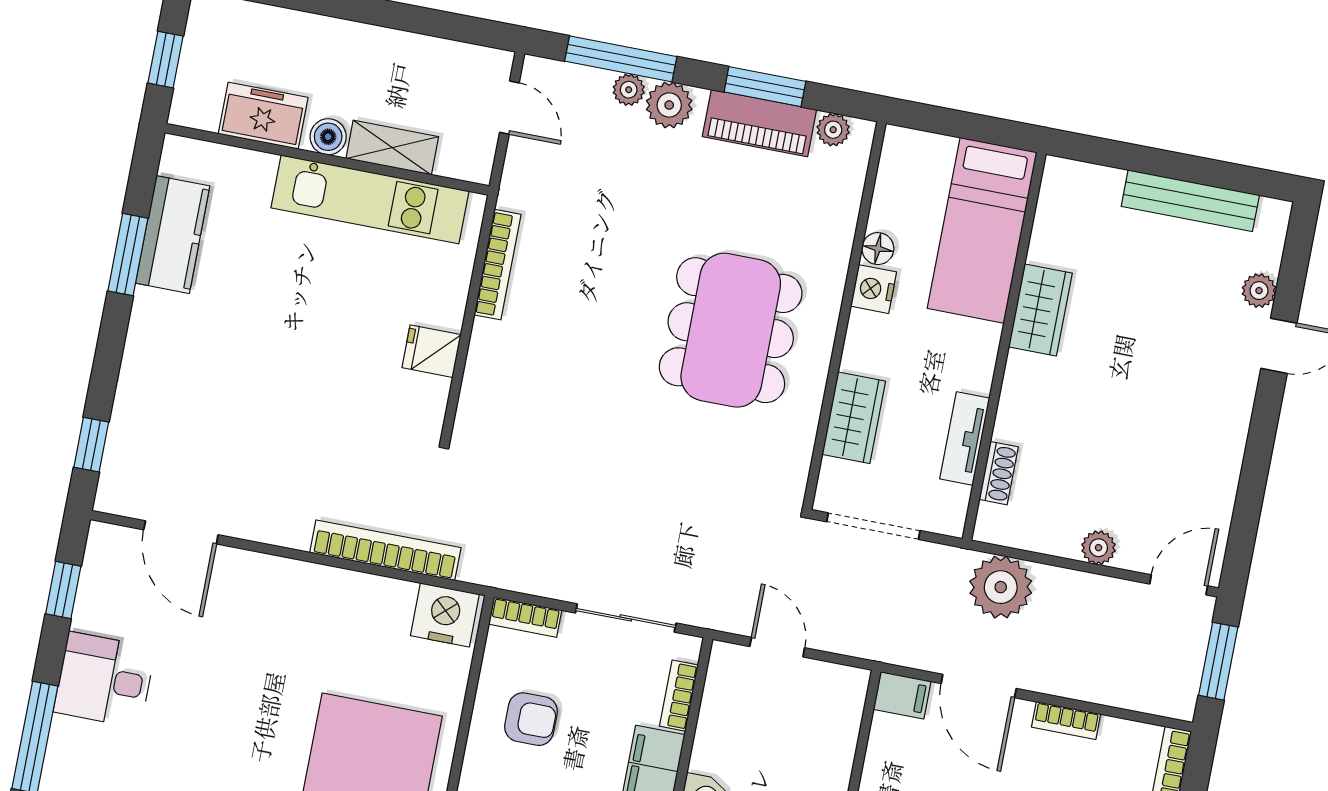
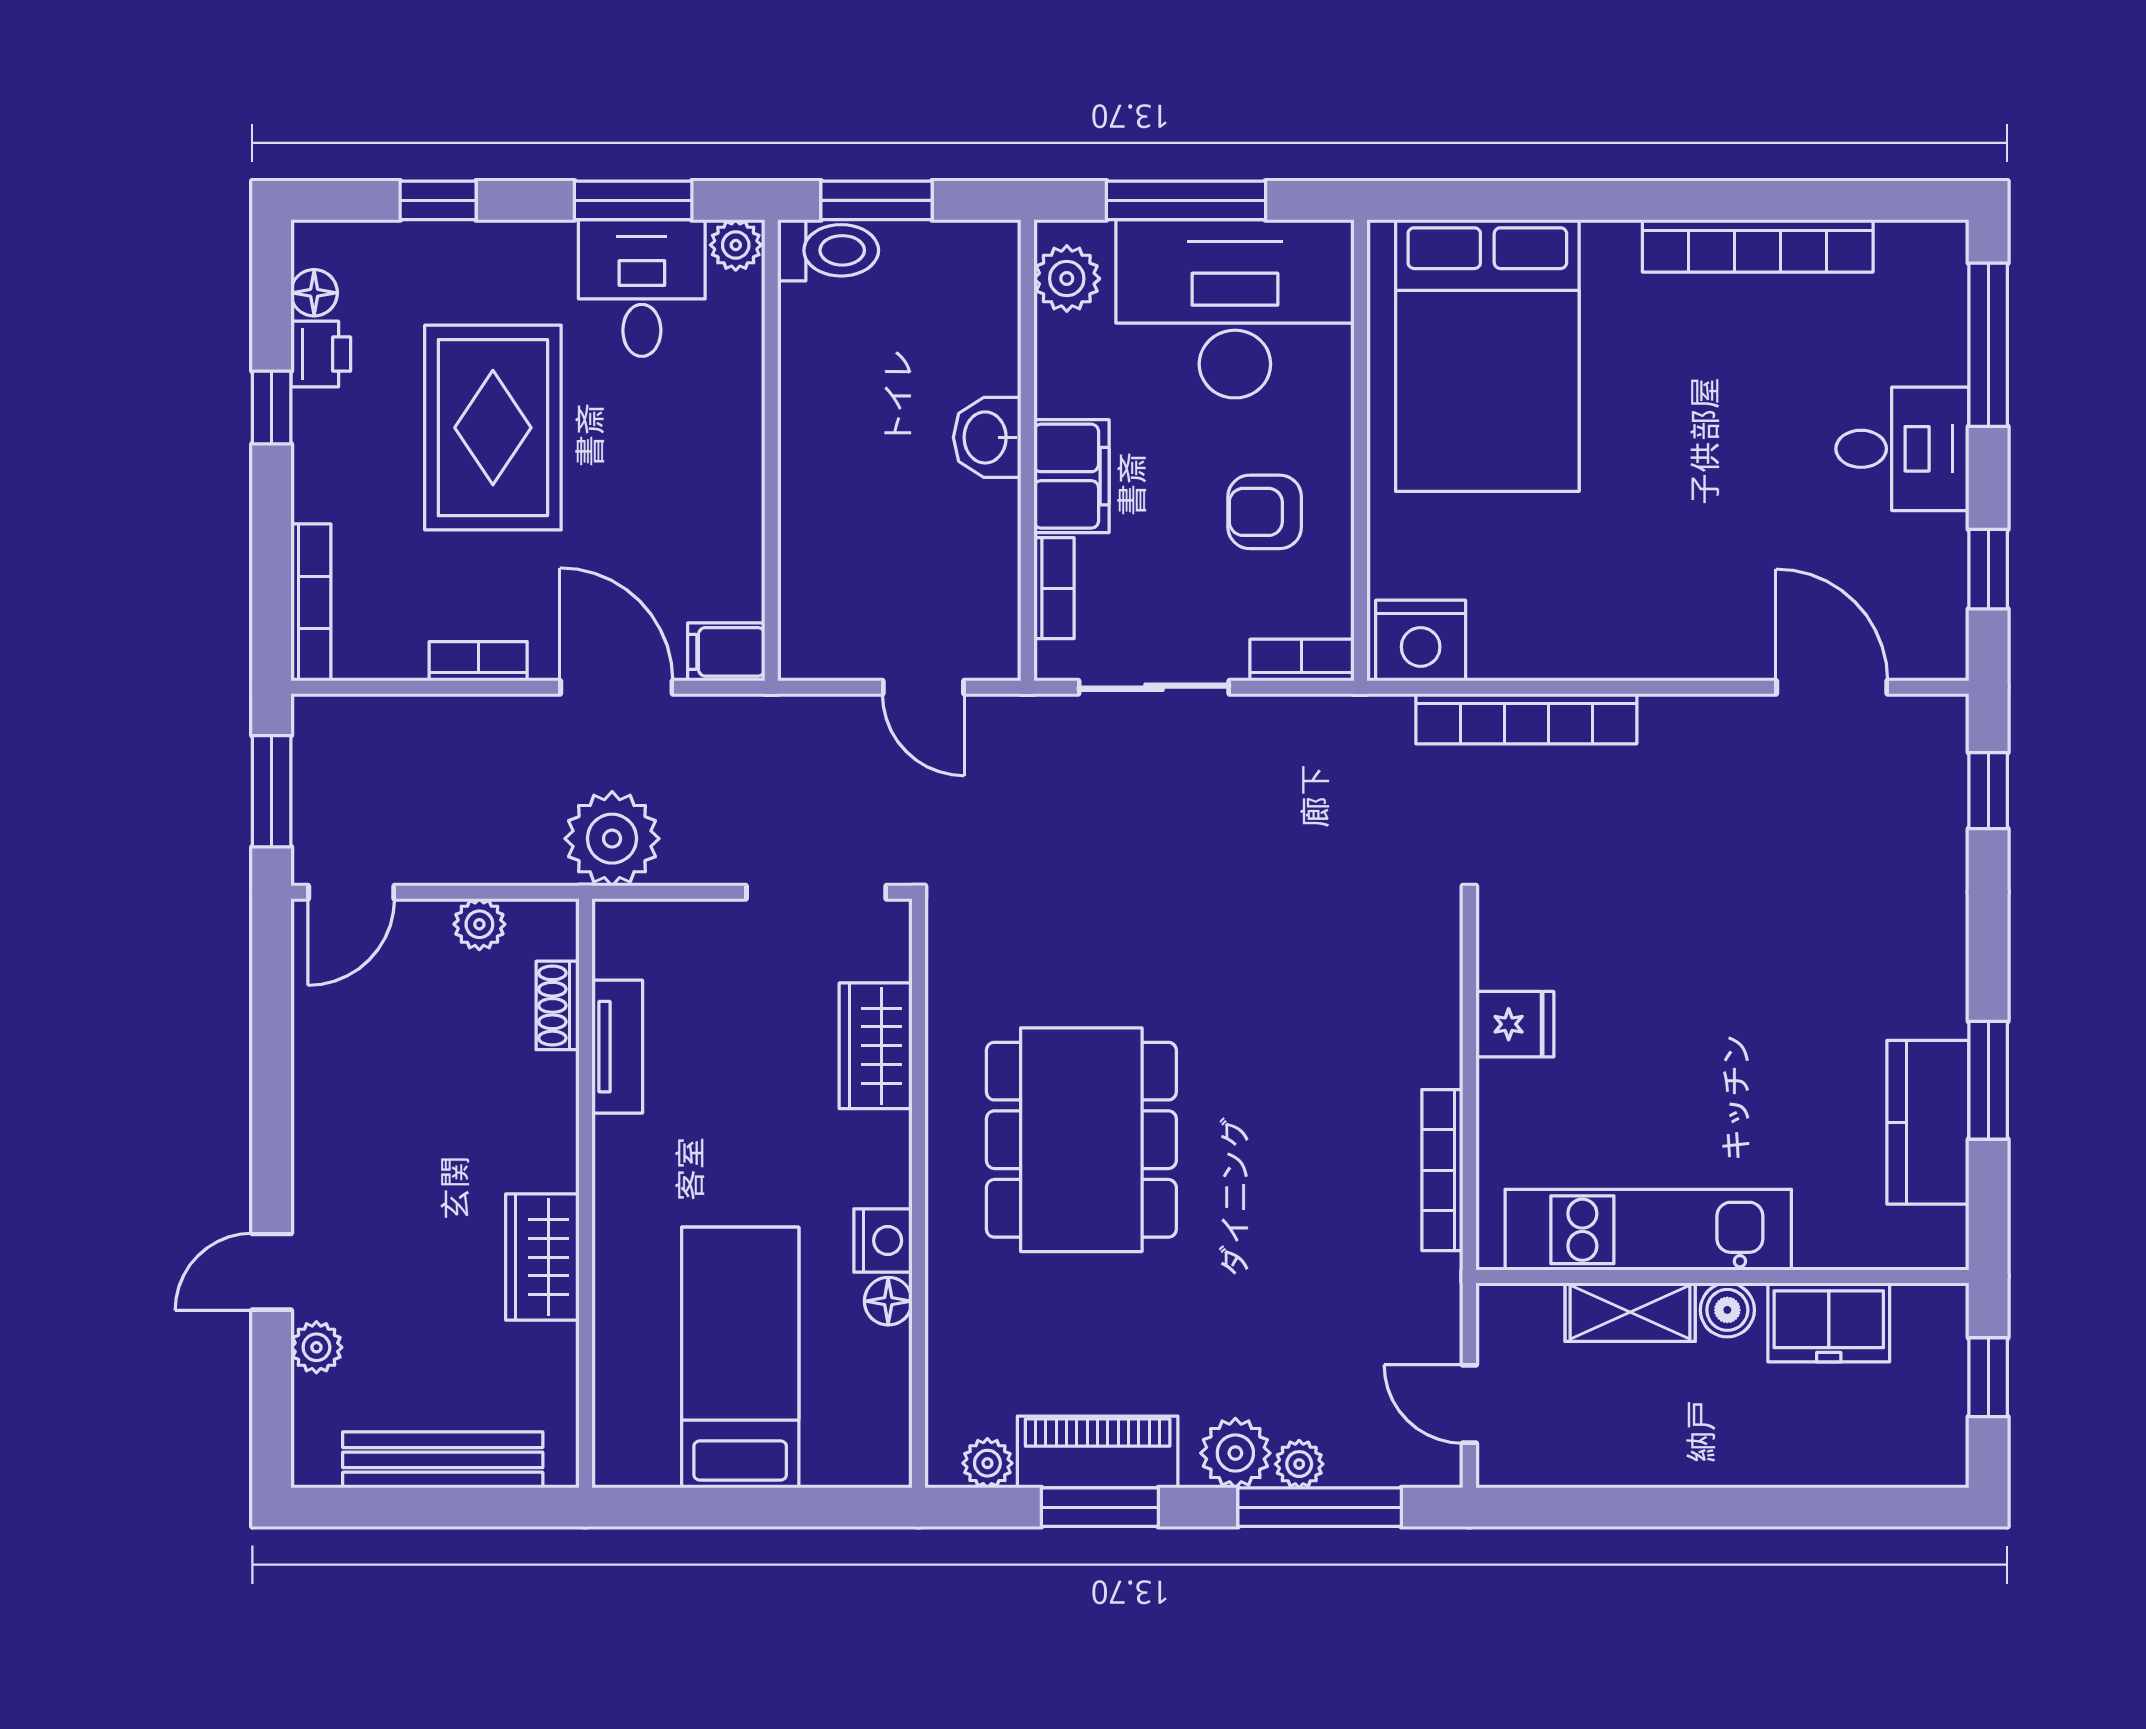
wardrobe: (1040, 310) -> (542, 1257), moved
wall: (1004, 346) -> (585, 1193), moved
tv unit: (965, 439) -> (617, 1047), moved
shoe rack: (999, 473) -> (558, 1005), moved

